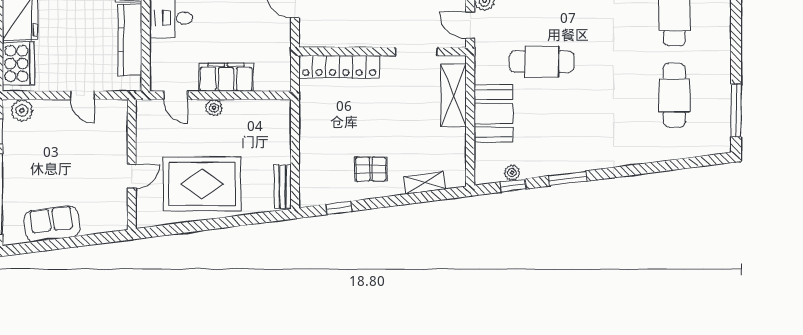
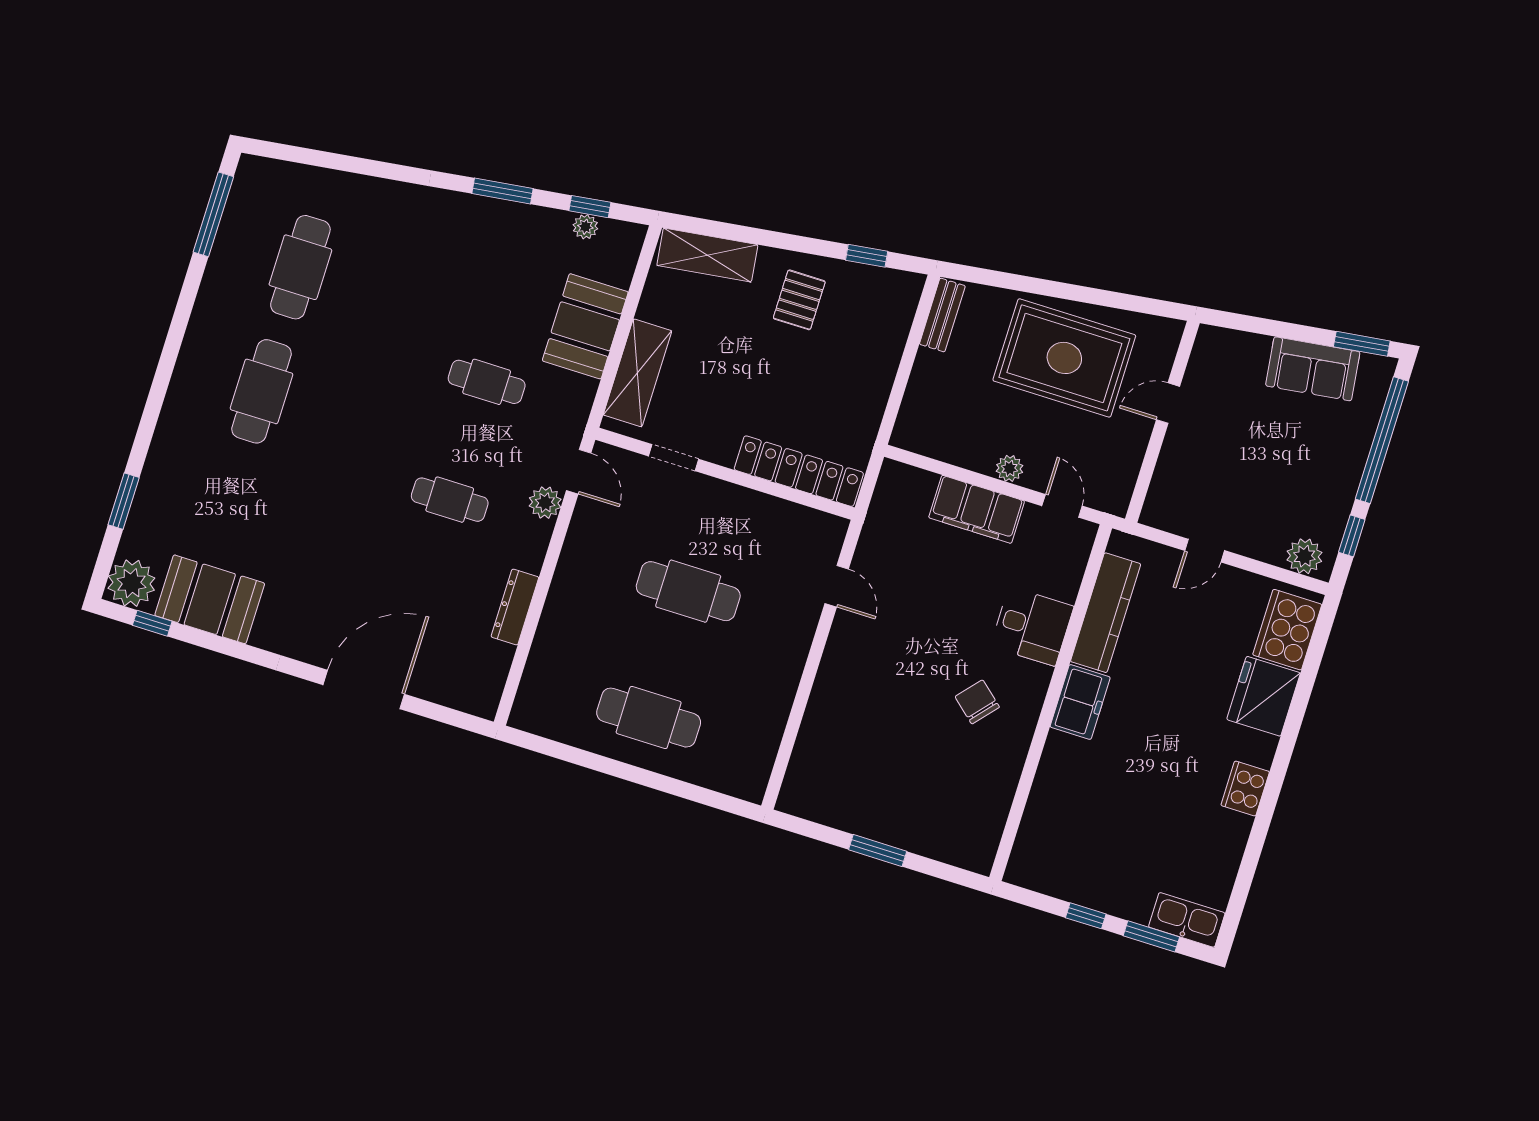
doorway: (416, 51) -> (674, 458), width x0.73
cafe table: (542, 62) -> (487, 382), width x0.73, depth x0.74
door: (82, 95) -> (1205, 551), swing flipped
pallet: (371, 169) -> (799, 300), turned 90
shelving: (425, 183) -> (707, 255), width x1.50, depth x1.33
window: (27, 248) -> (1362, 344), added

